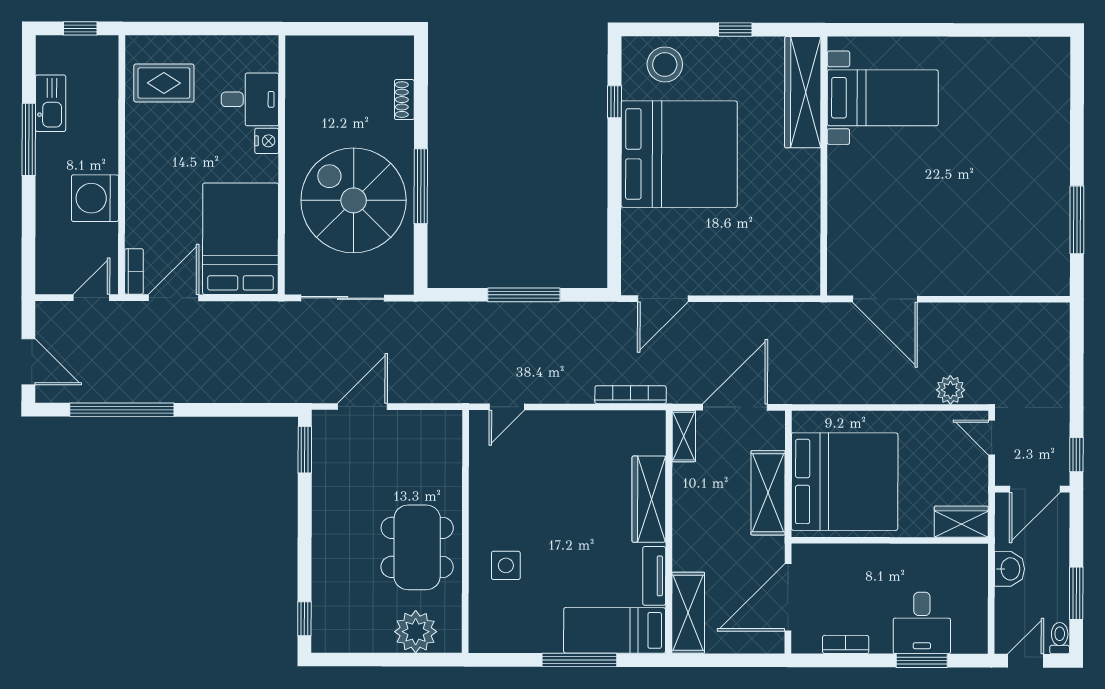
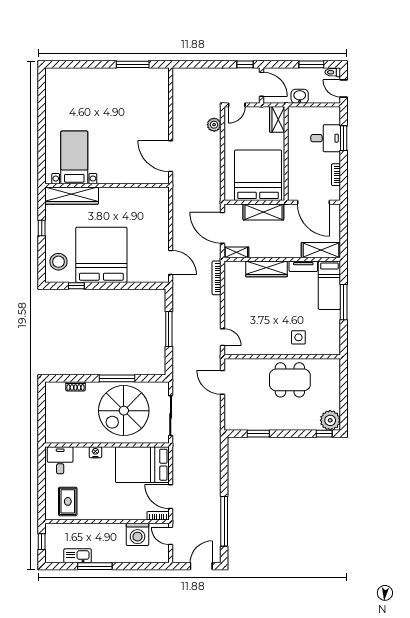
desk: (250, 99) -> (60, 460), moved
washing machine: (95, 198) -> (137, 534), moved
door: (885, 299) -> (171, 156), swing flipped
door: (362, 407) -> (223, 382), moved
window: (305, 450) -> (258, 434), moved
plant: (416, 632) -> (330, 420), moved

